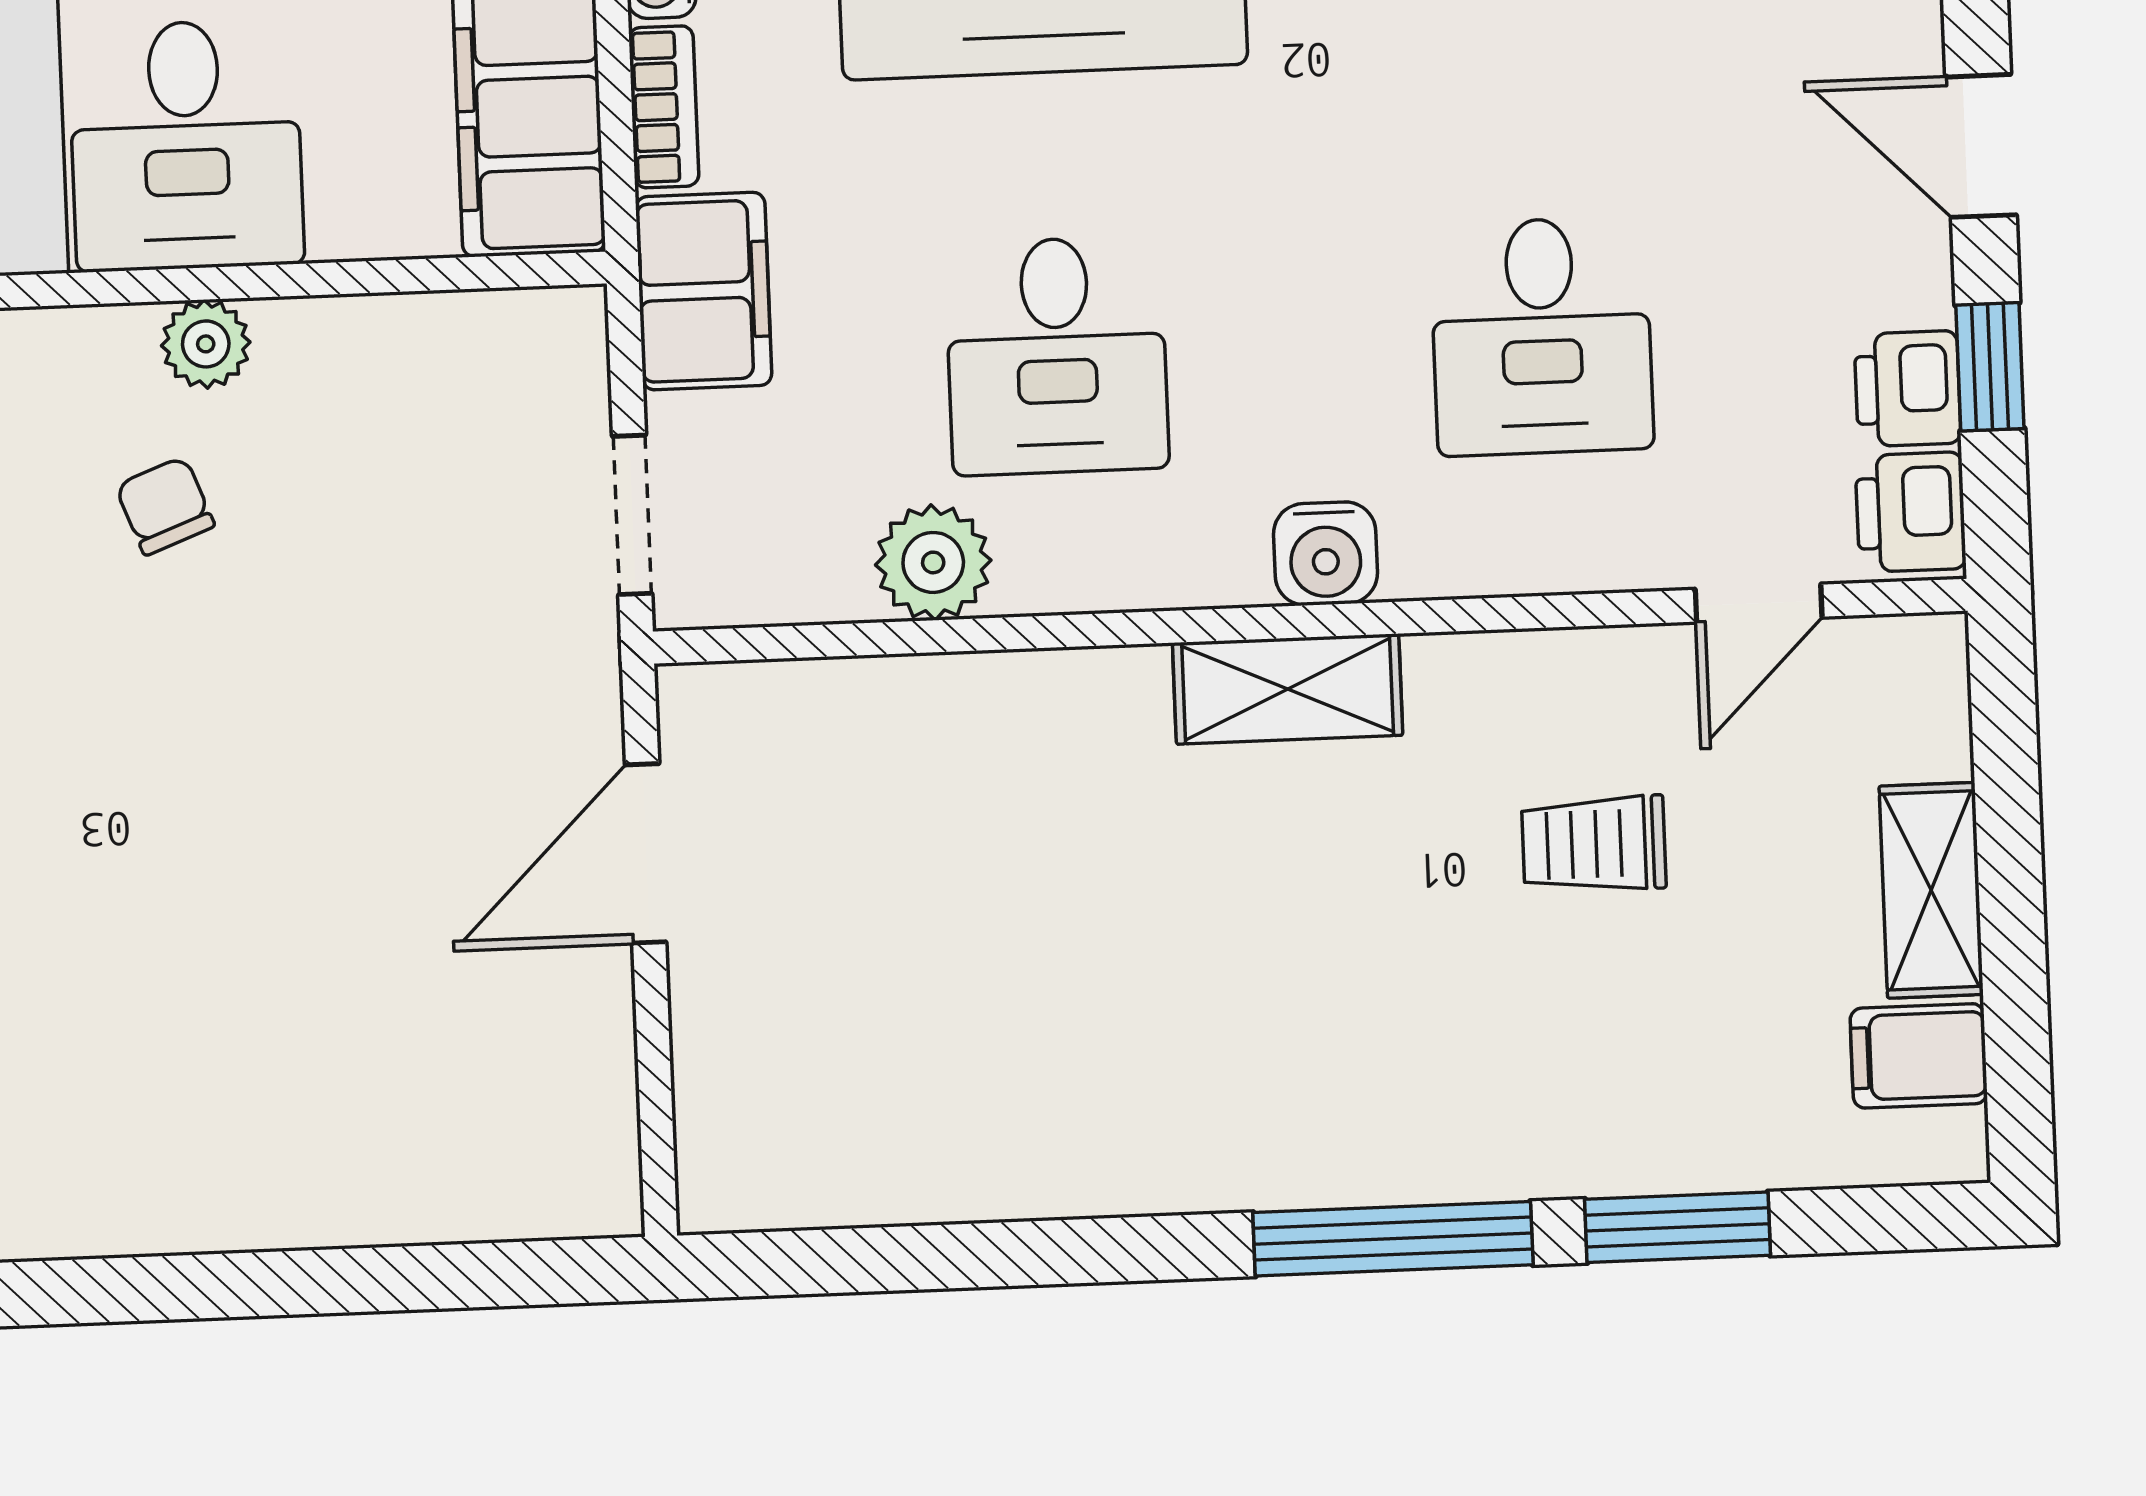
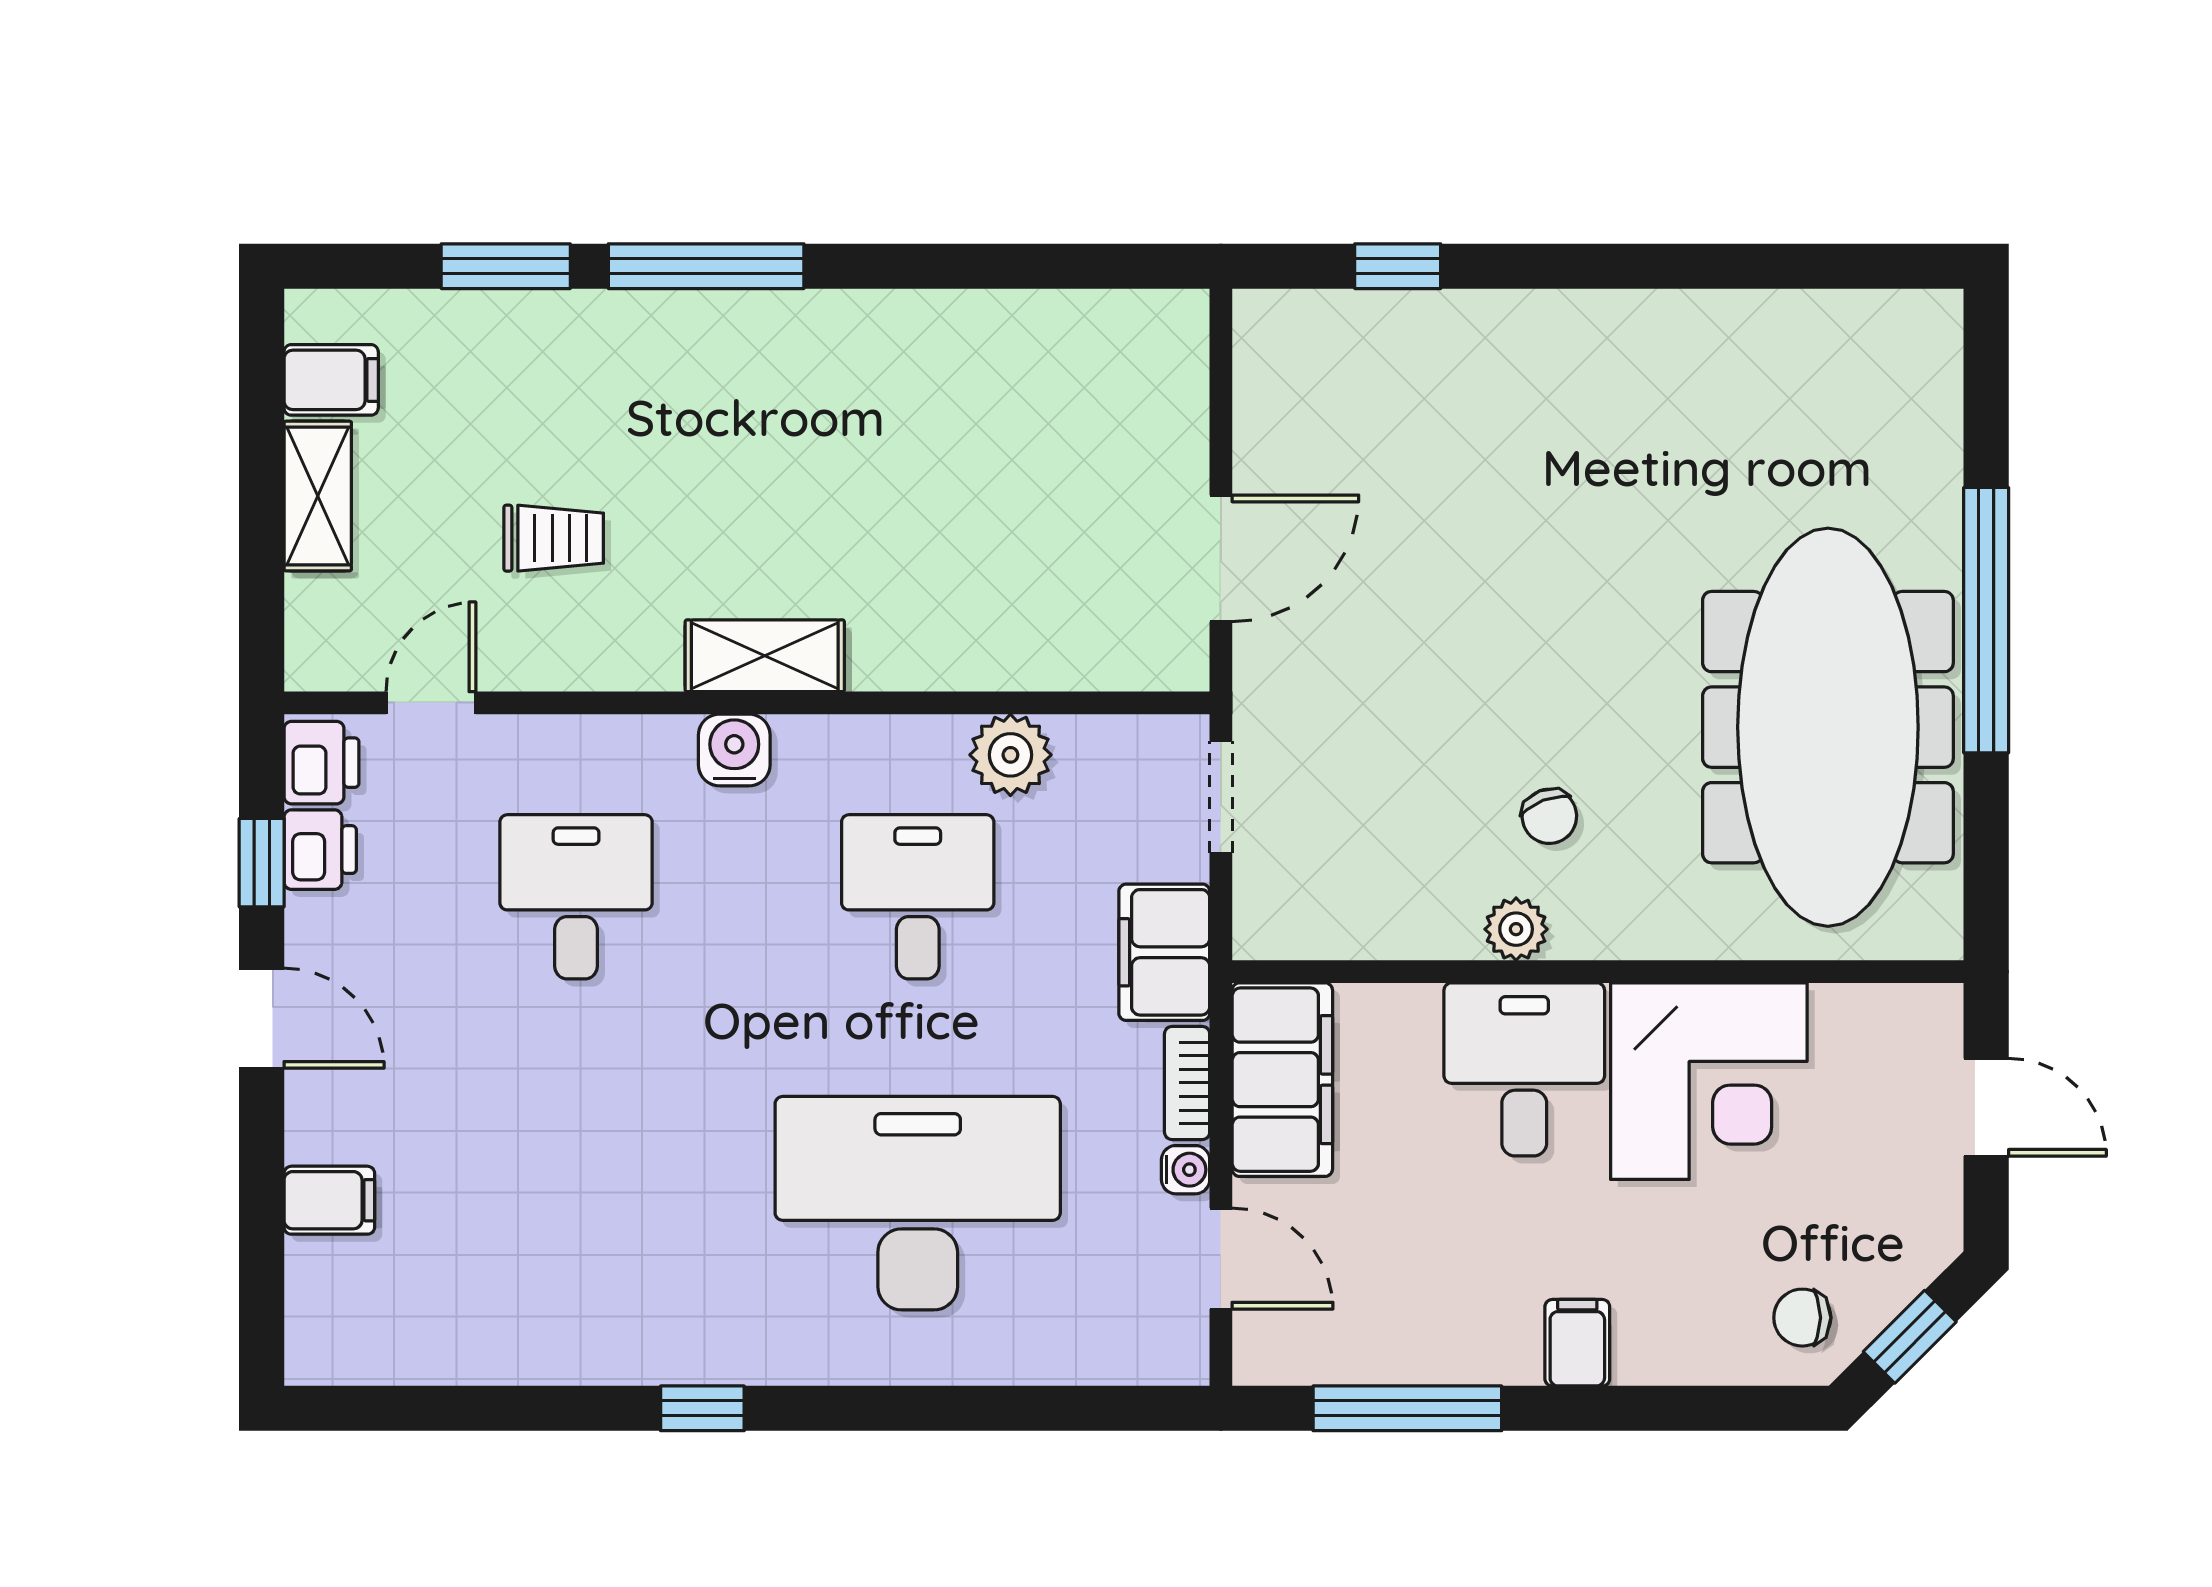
window: (411, 1278) -> (1398, 266), added

